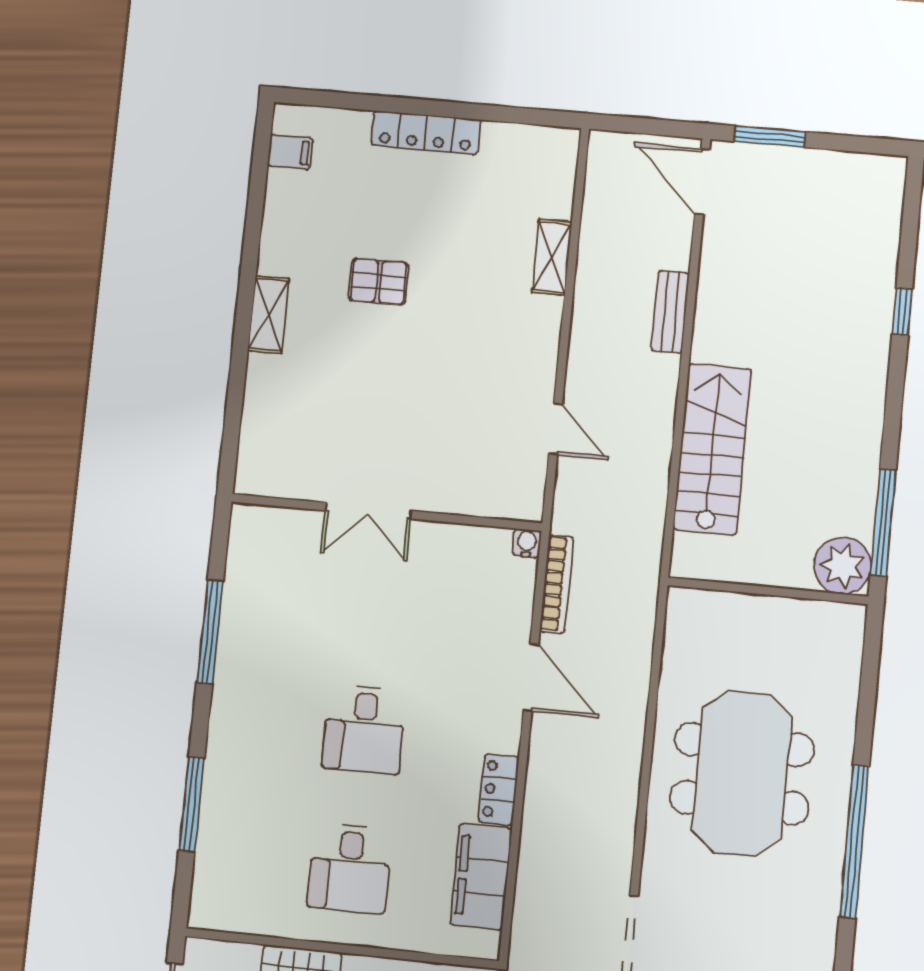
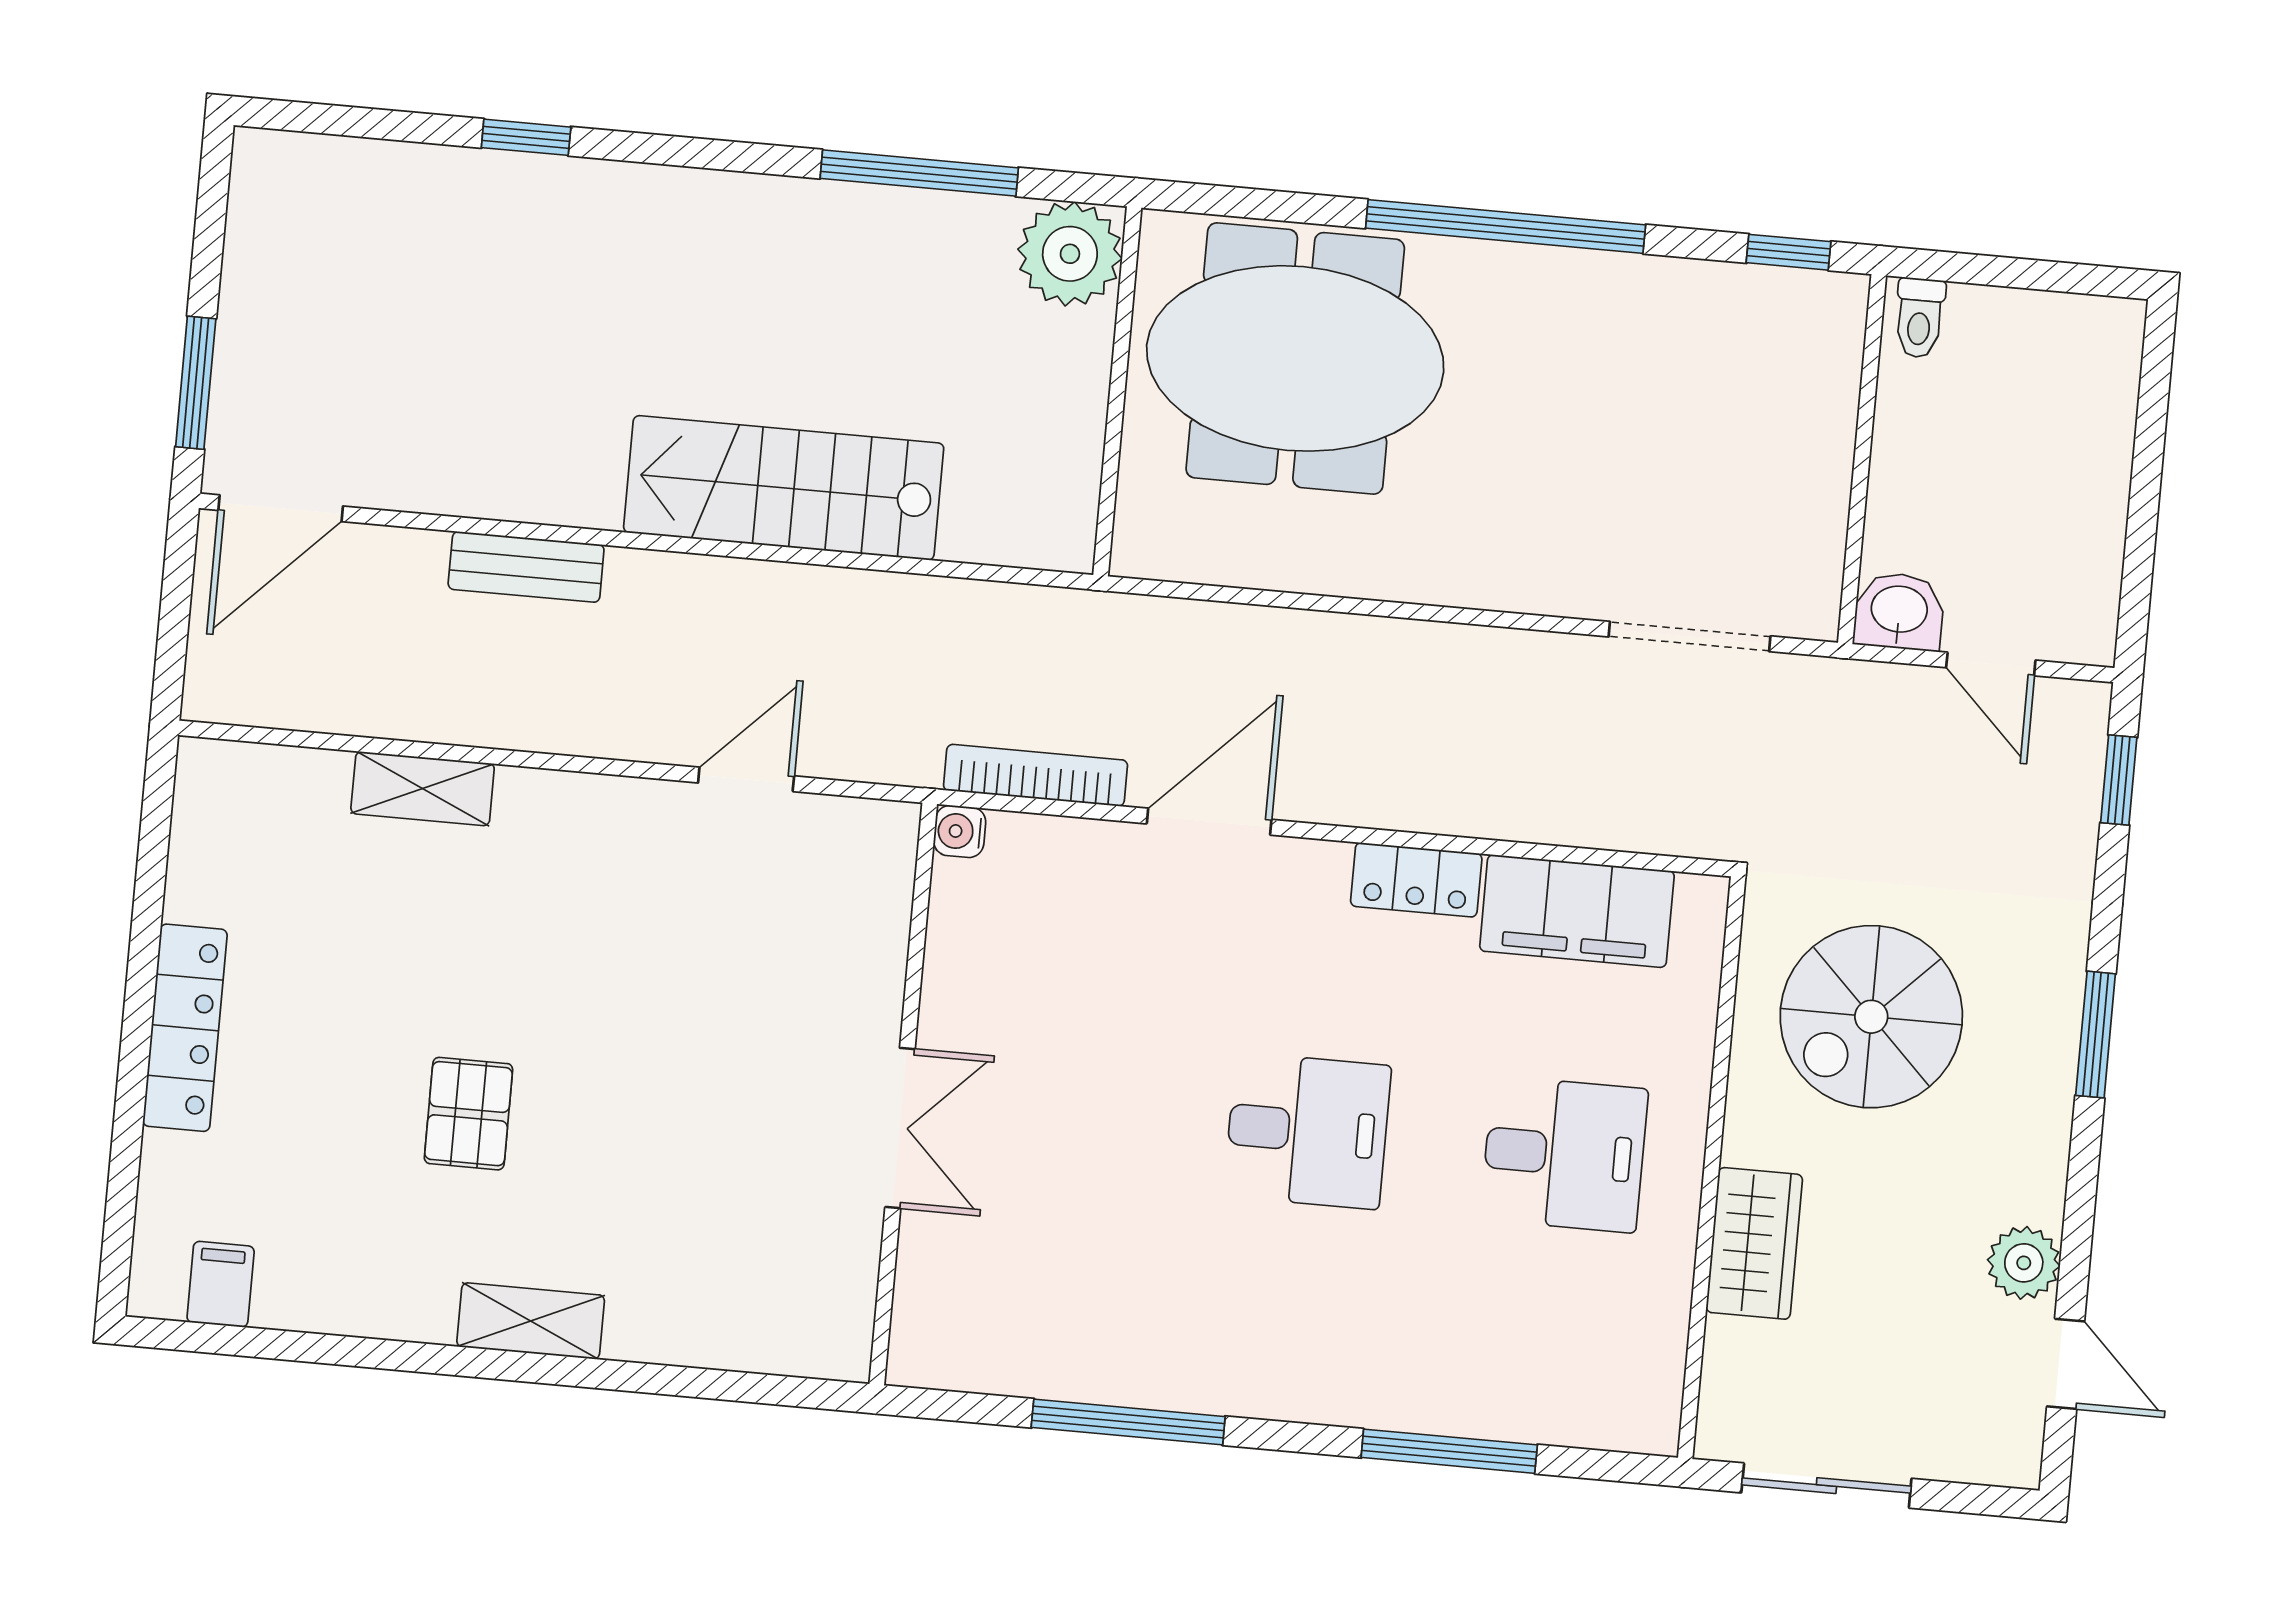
plant: (843, 566) -> (1070, 254), moved
wall: (768, 591) -> (1117, 391), moved
meeting table: (742, 774) -> (1295, 358), moved

